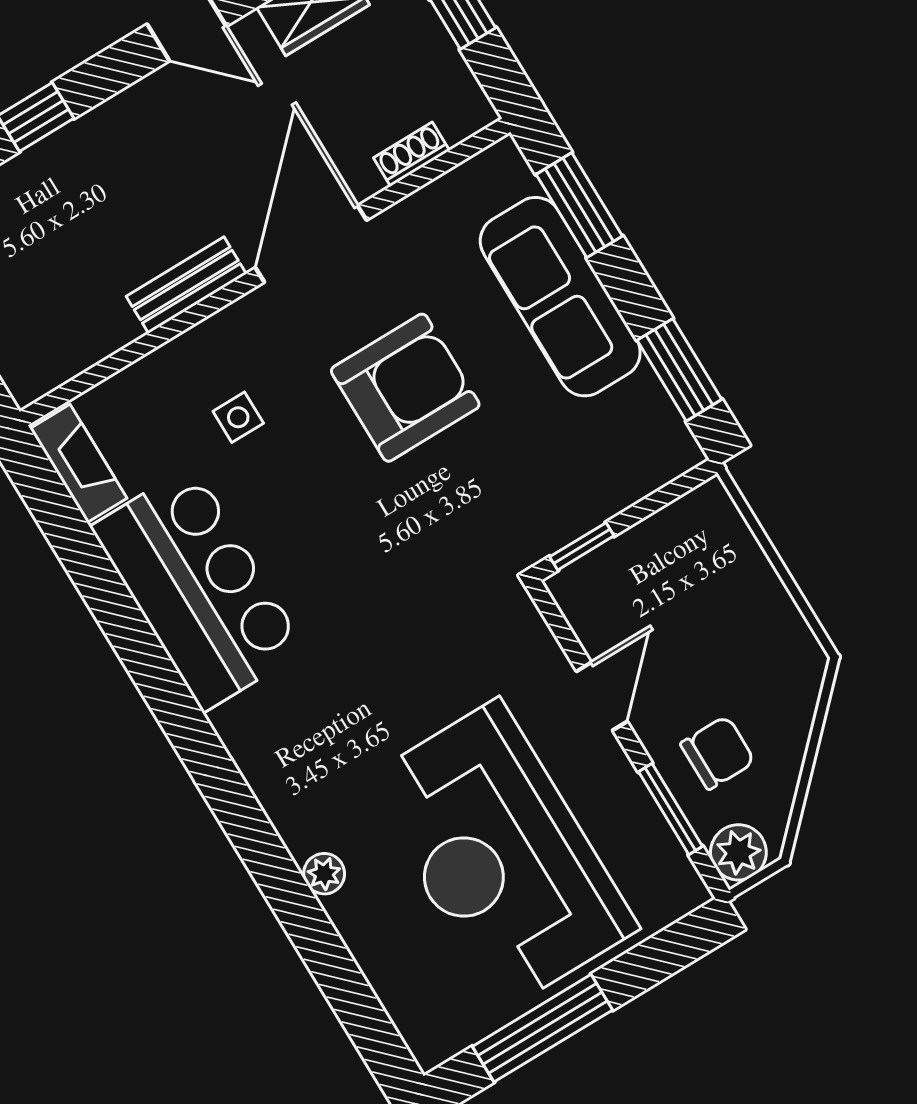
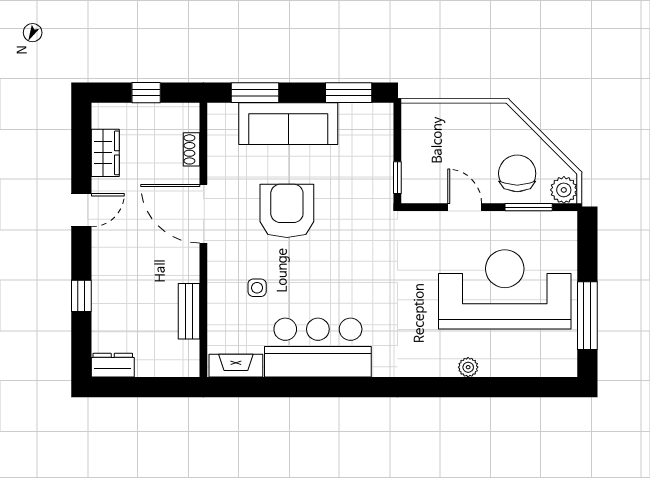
bench: (186, 285) -> (189, 311), moved
chair: (718, 753) -> (517, 173), width x1.37, depth x1.37
reception desk: (500, 855) -> (505, 289), turned 180

